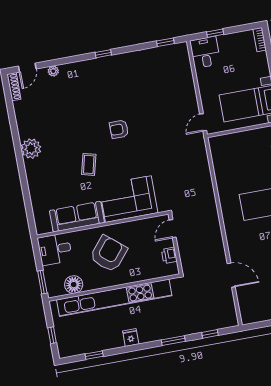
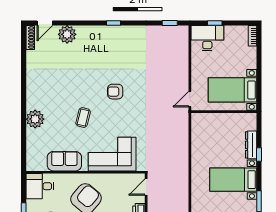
desk: (205, 52) -> (207, 38), width x1.37
plant: (53, 71) -> (67, 34), width x1.88, depth x1.88
plant: (31, 149) -> (35, 119), moved
sofa: (77, 217) -> (64, 161), width x0.73

